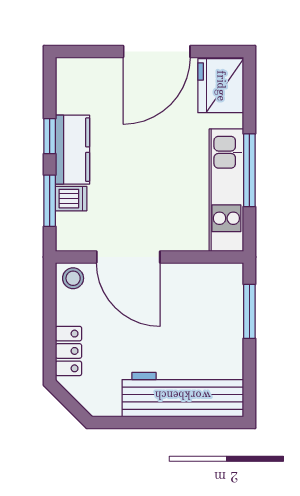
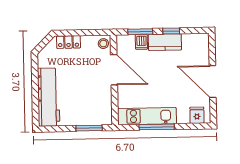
fridge: (221, 86) -> (197, 115), width x0.53, depth x0.75
door: (128, 257) -> (114, 70), swing flipped

